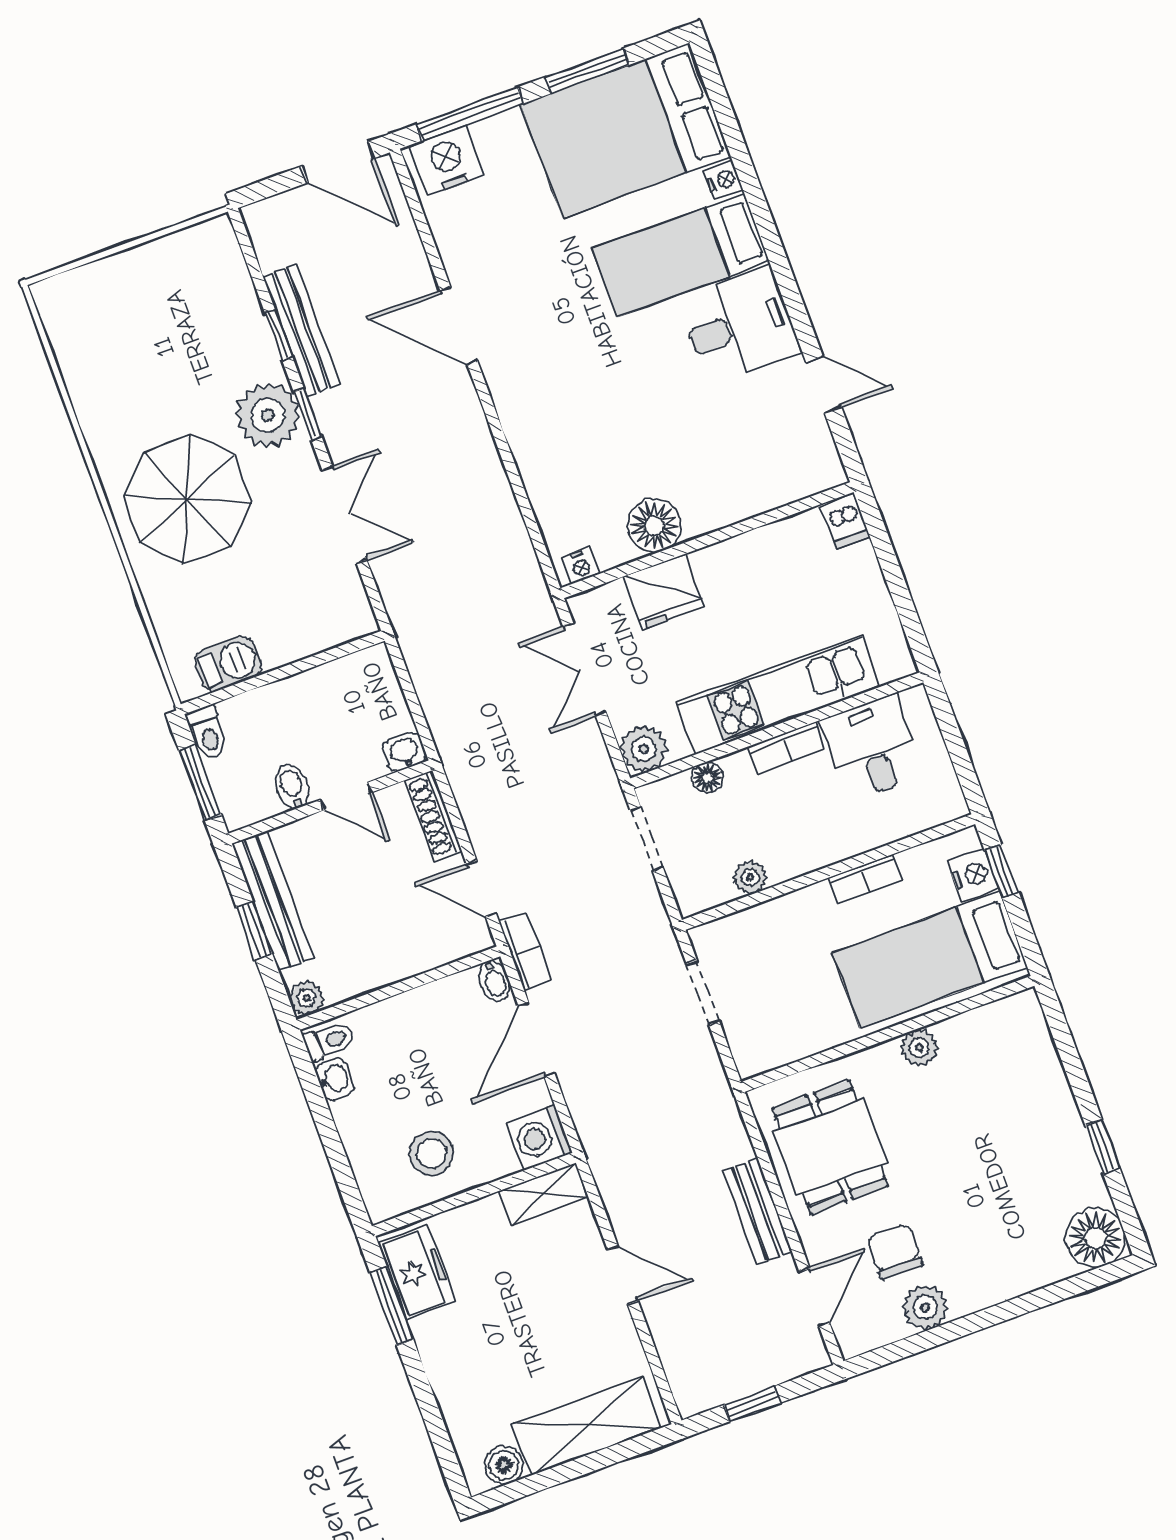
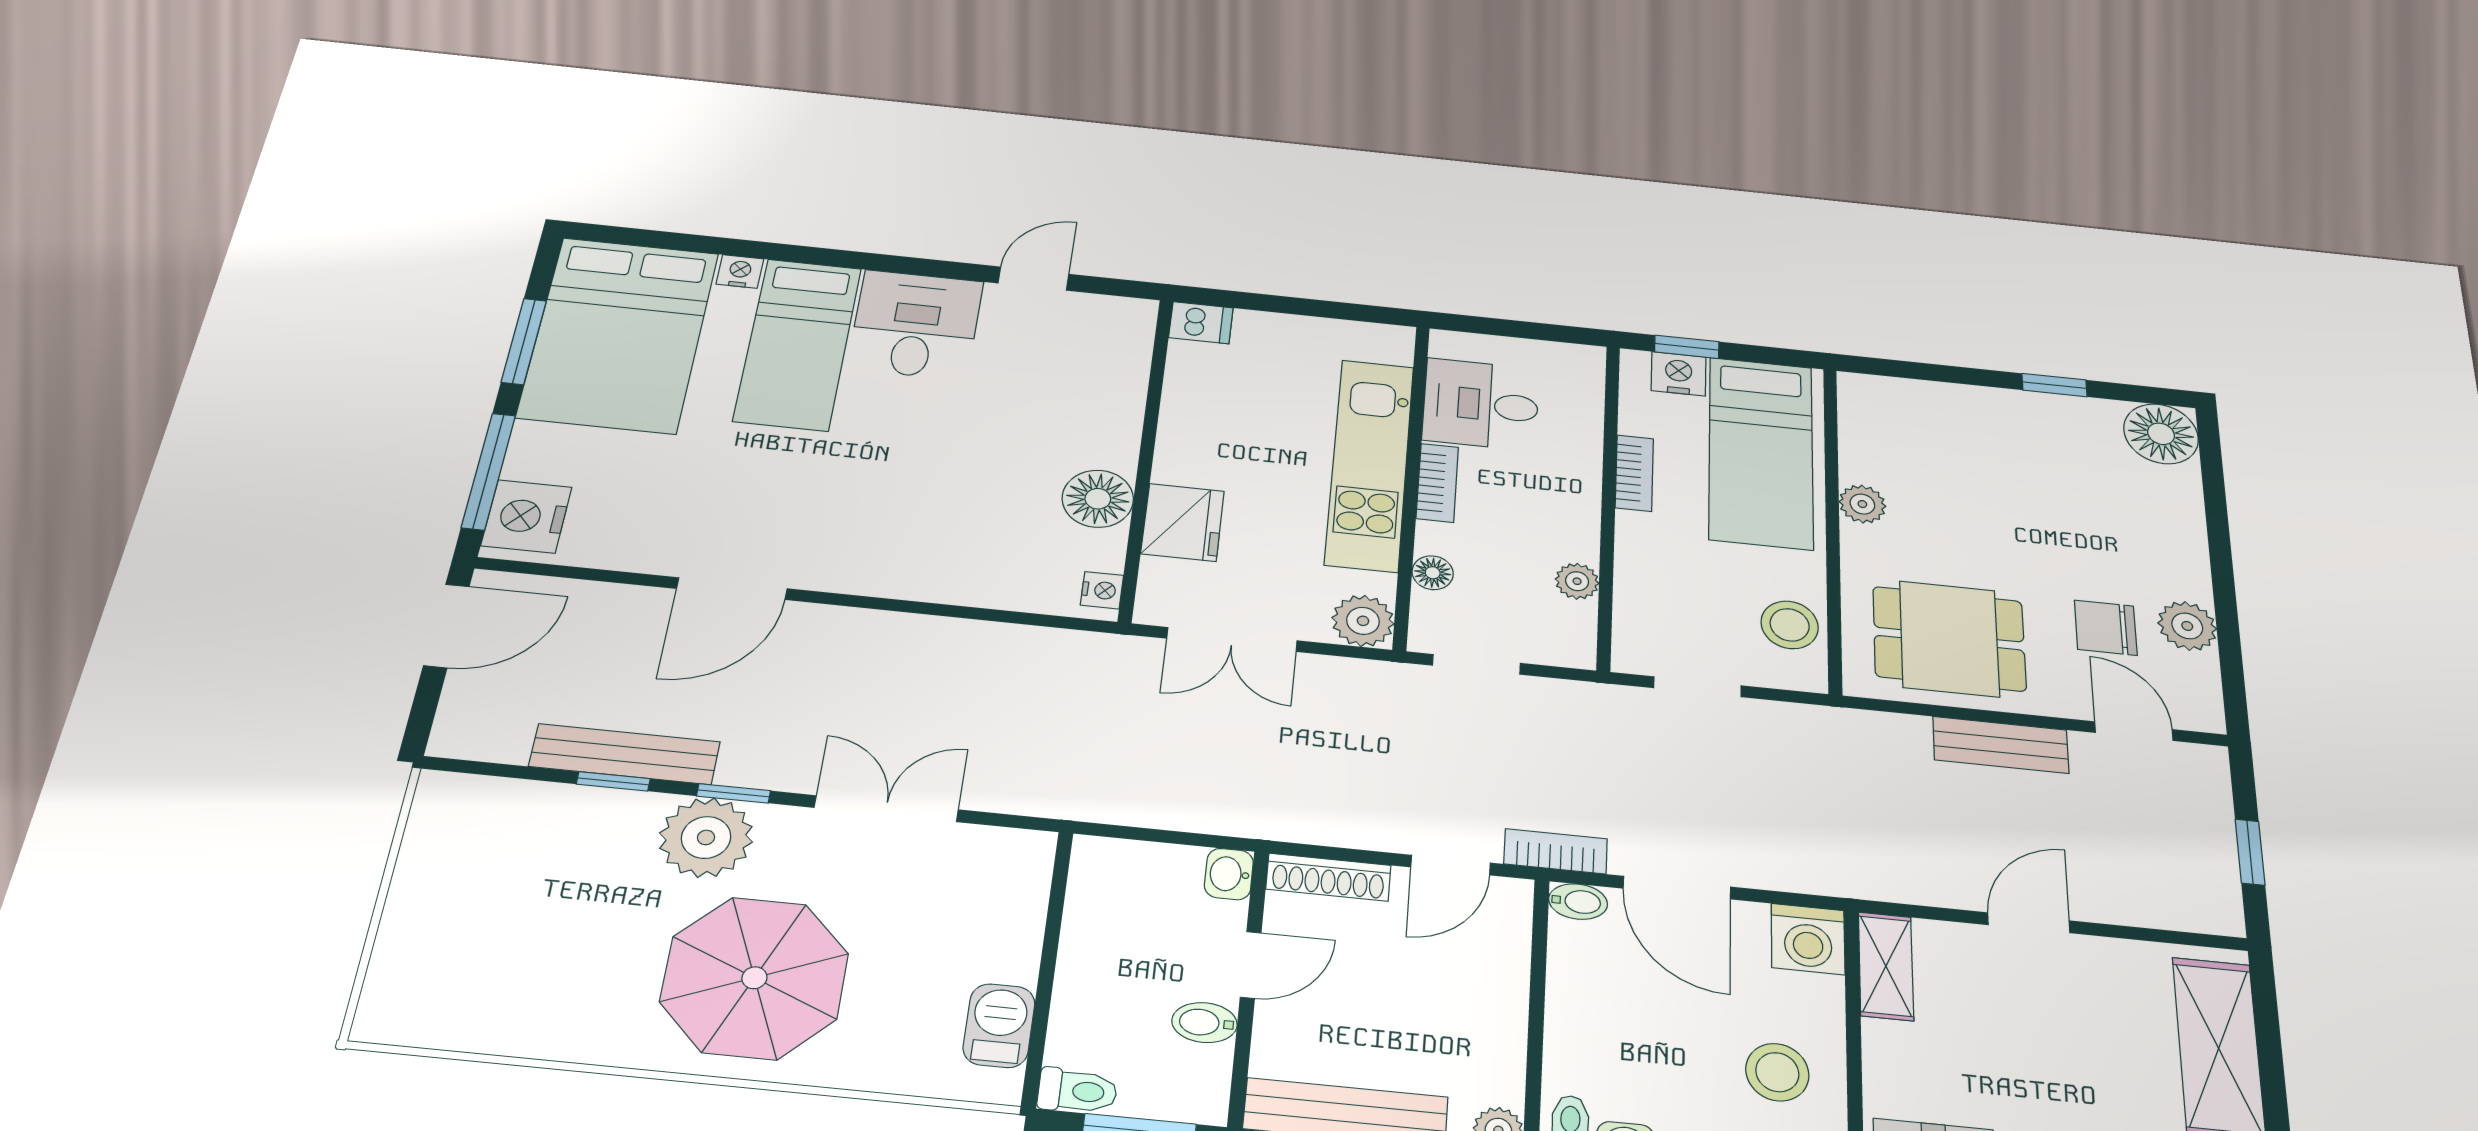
stool: (787, 1035) -> (1790, 625), added

